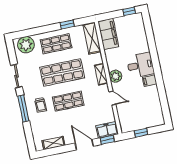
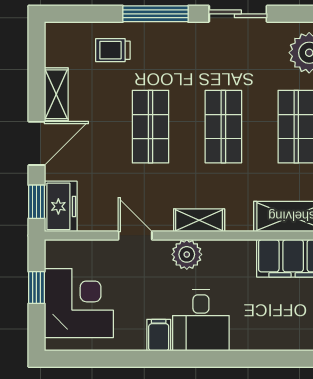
shop shelf: (62, 72) -> (223, 127), width x0.70, depth x0.74
door: (112, 98) -> (135, 236), swing flipped
trolley: (41, 105) -> (113, 50), moved
corner desk: (144, 115) -> (79, 303), added
shelving: (53, 143) -> (56, 94), moved

